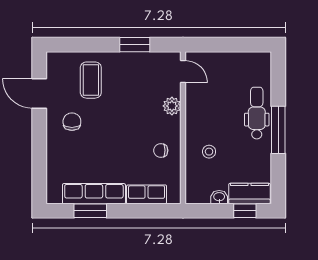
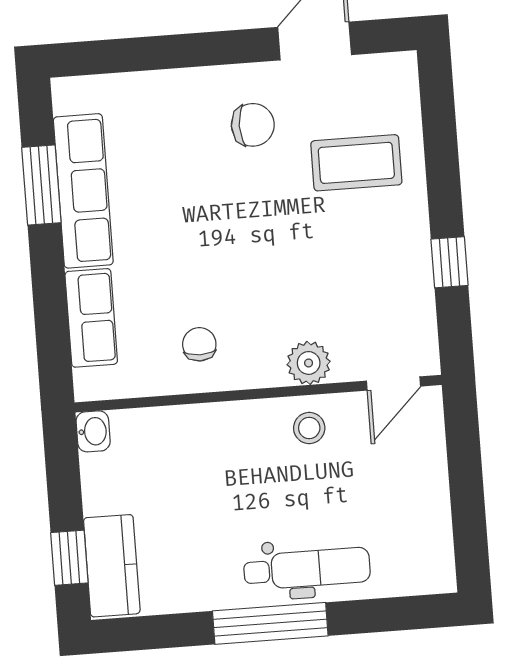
window: (135, 45) -> (450, 262), width x0.67
stool: (209, 152) -> (309, 428), moved
washbasin: (219, 197) -> (93, 431), moved

